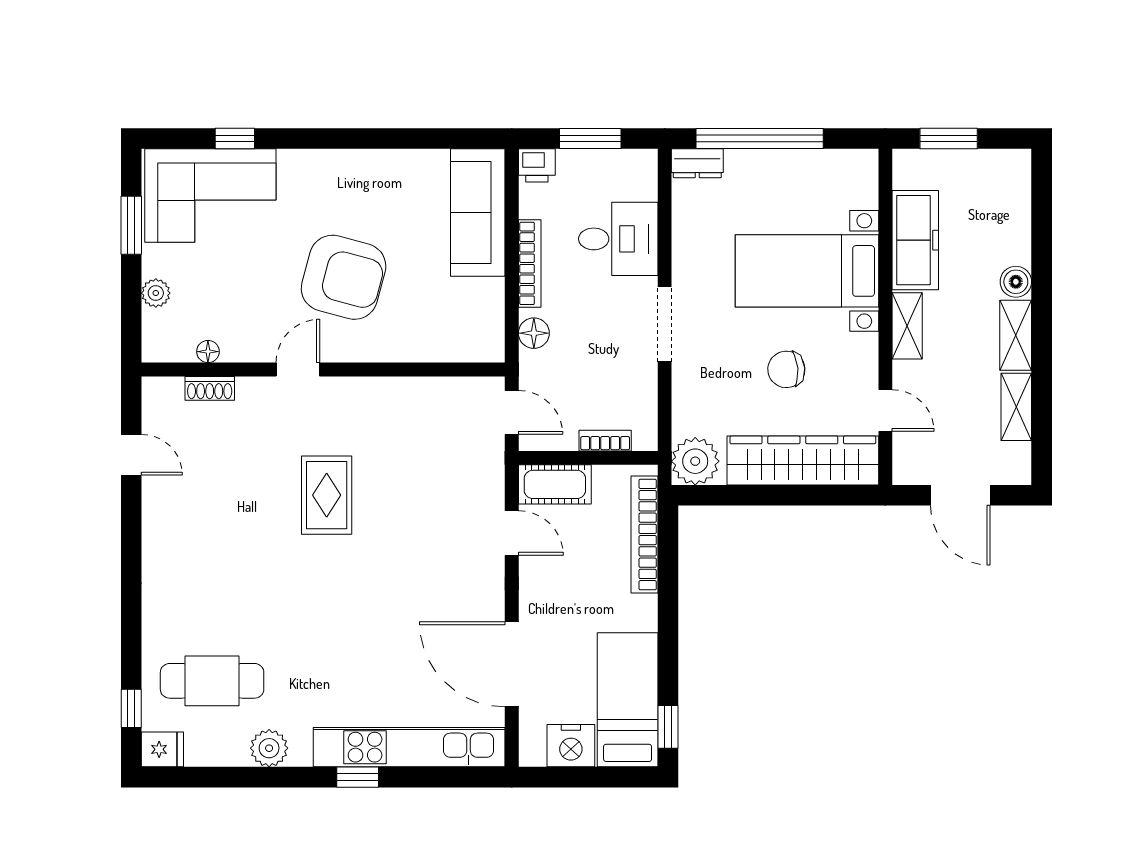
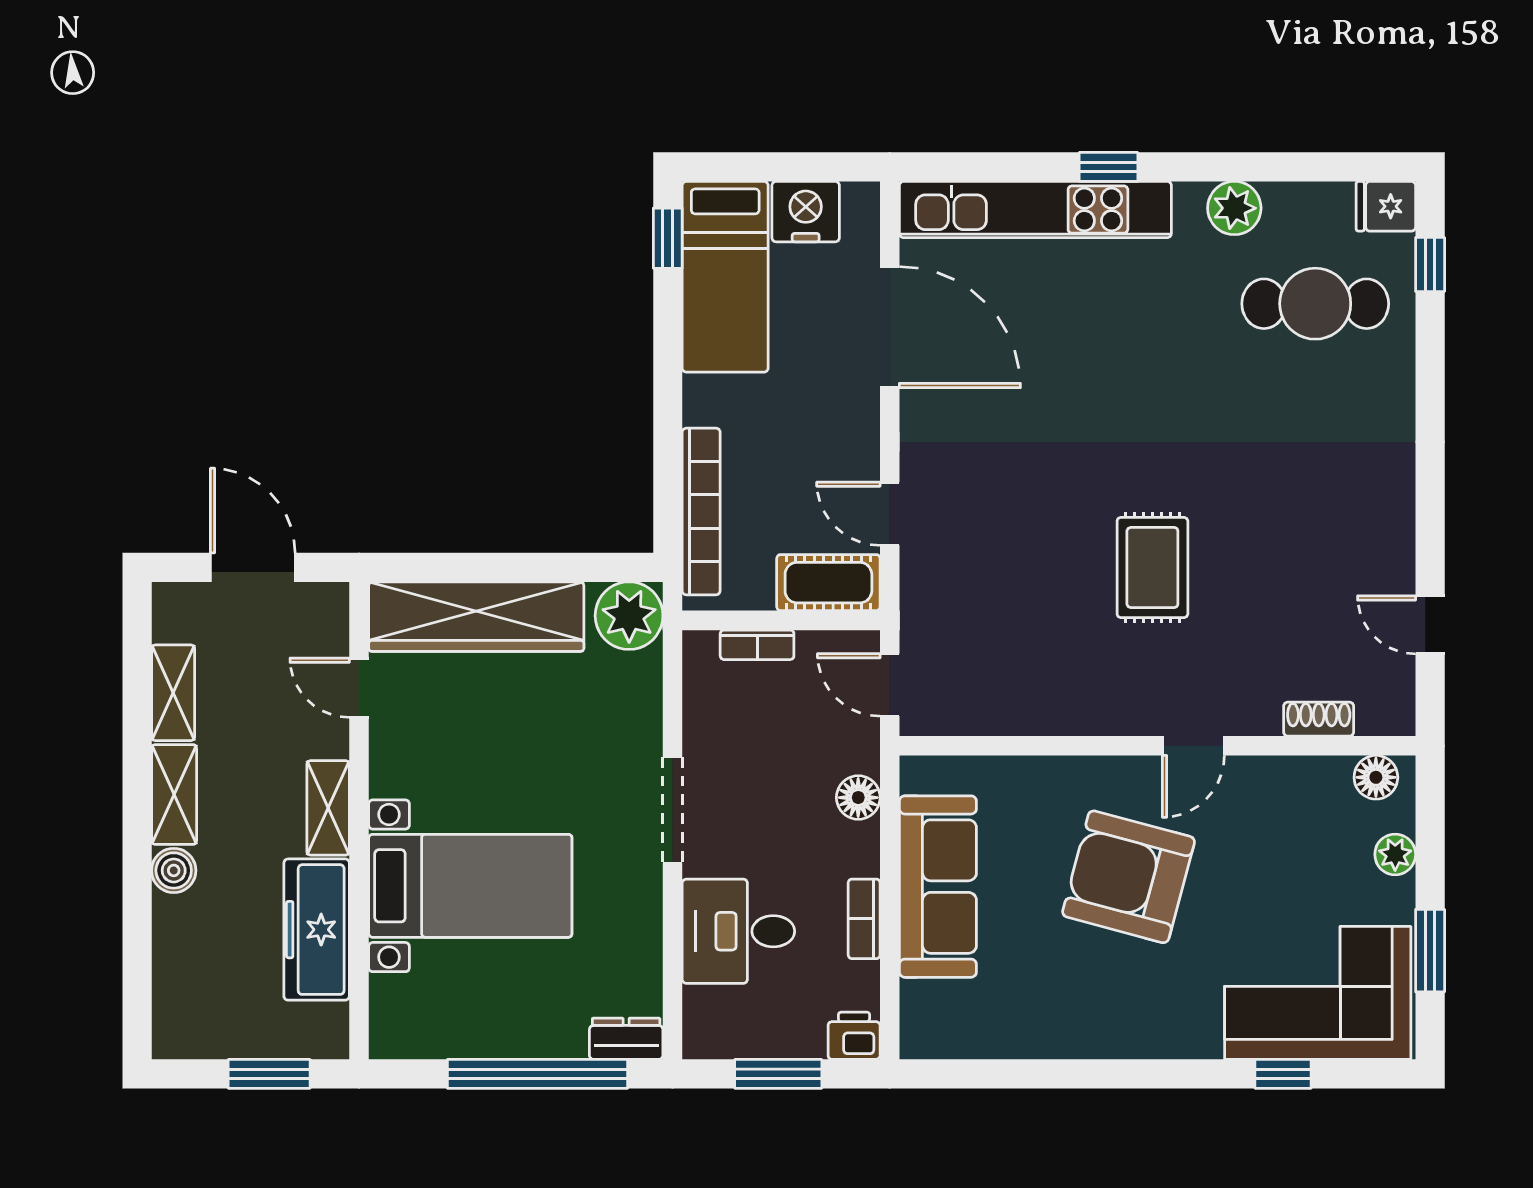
sofa: (478, 213) -> (938, 887), moved
bookcase: (530, 263) -> (864, 919), width x0.64
floor lamp: (208, 352) -> (1376, 777), moved, width x1.37, depth x1.37
chair: (786, 369) -> (500, 746), removed

